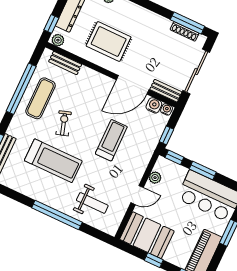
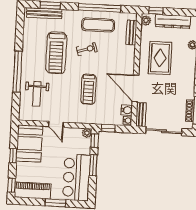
treadmill: (111, 140) -> (88, 89), turned 90
plant: (155, 178) -> (87, 133), moved

